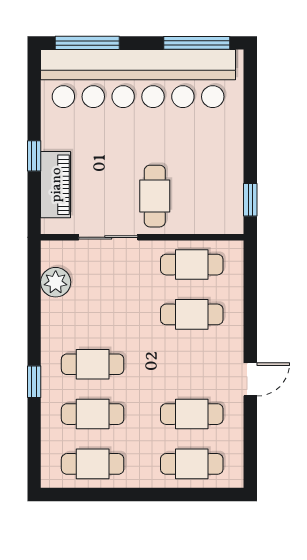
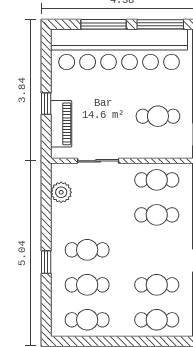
window: (87, 43) -> (103, 24), moved
cafe table: (155, 196) -> (158, 116), moved, turned 90

